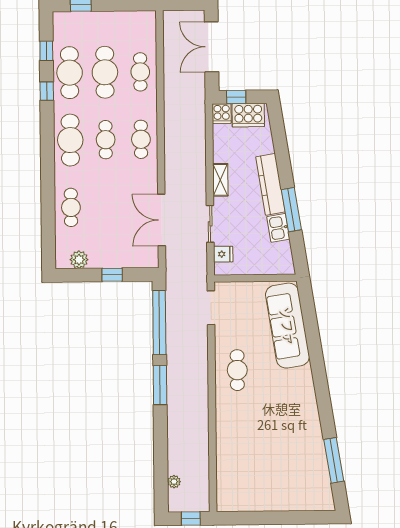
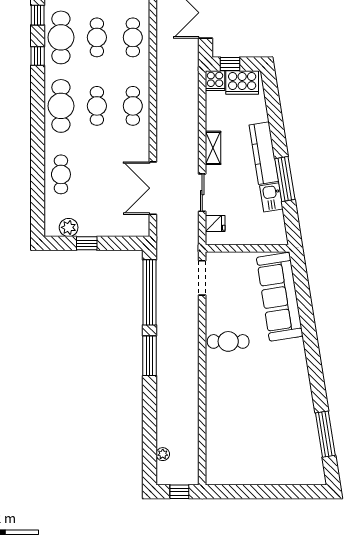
cafe table: (105, 72) -> (97, 37), width x0.73, depth x0.74
window: (112, 275) -> (87, 243), moved
cafe table: (237, 370) -> (228, 341), turned 90

